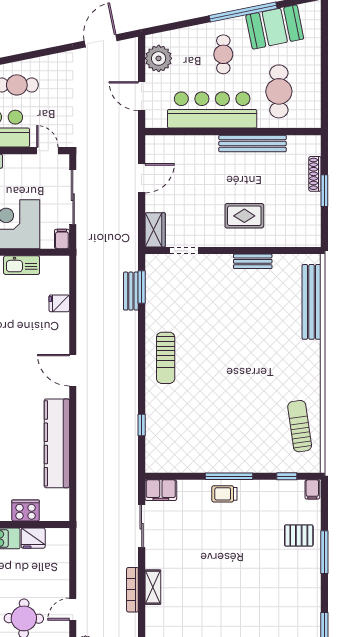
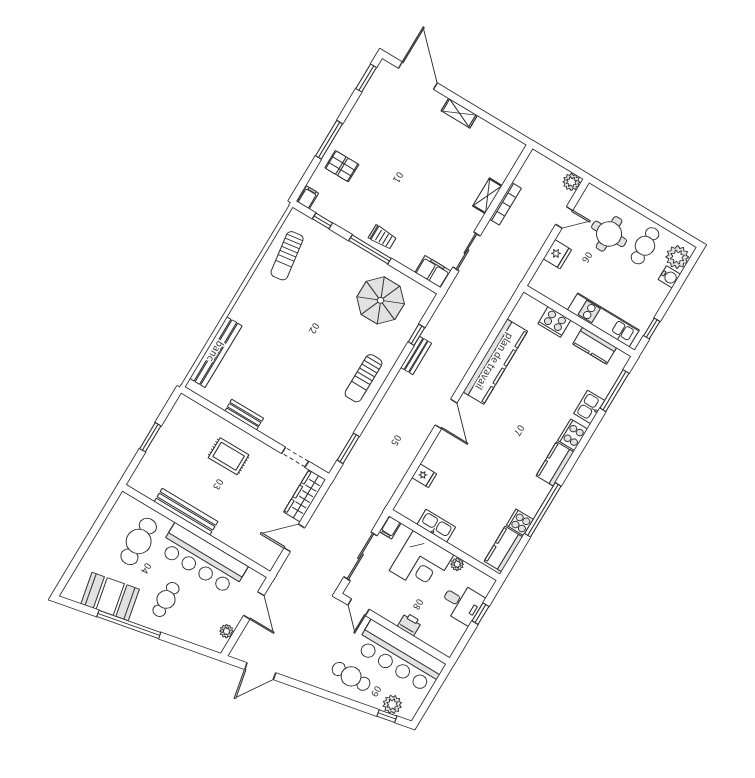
plant: (159, 58) -> (226, 631), width x0.53, depth x0.53
shoe rack: (315, 174) -> (150, 456), removed
wardrobe: (155, 230) -> (305, 496), width x1.50
bench: (131, 291) -> (416, 355), moved
sun lounger: (166, 358) -> (364, 378), turned 180
parasol: (192, 436) -> (381, 300), added
fridge: (33, 538) -> (557, 254), moved, turned 90

